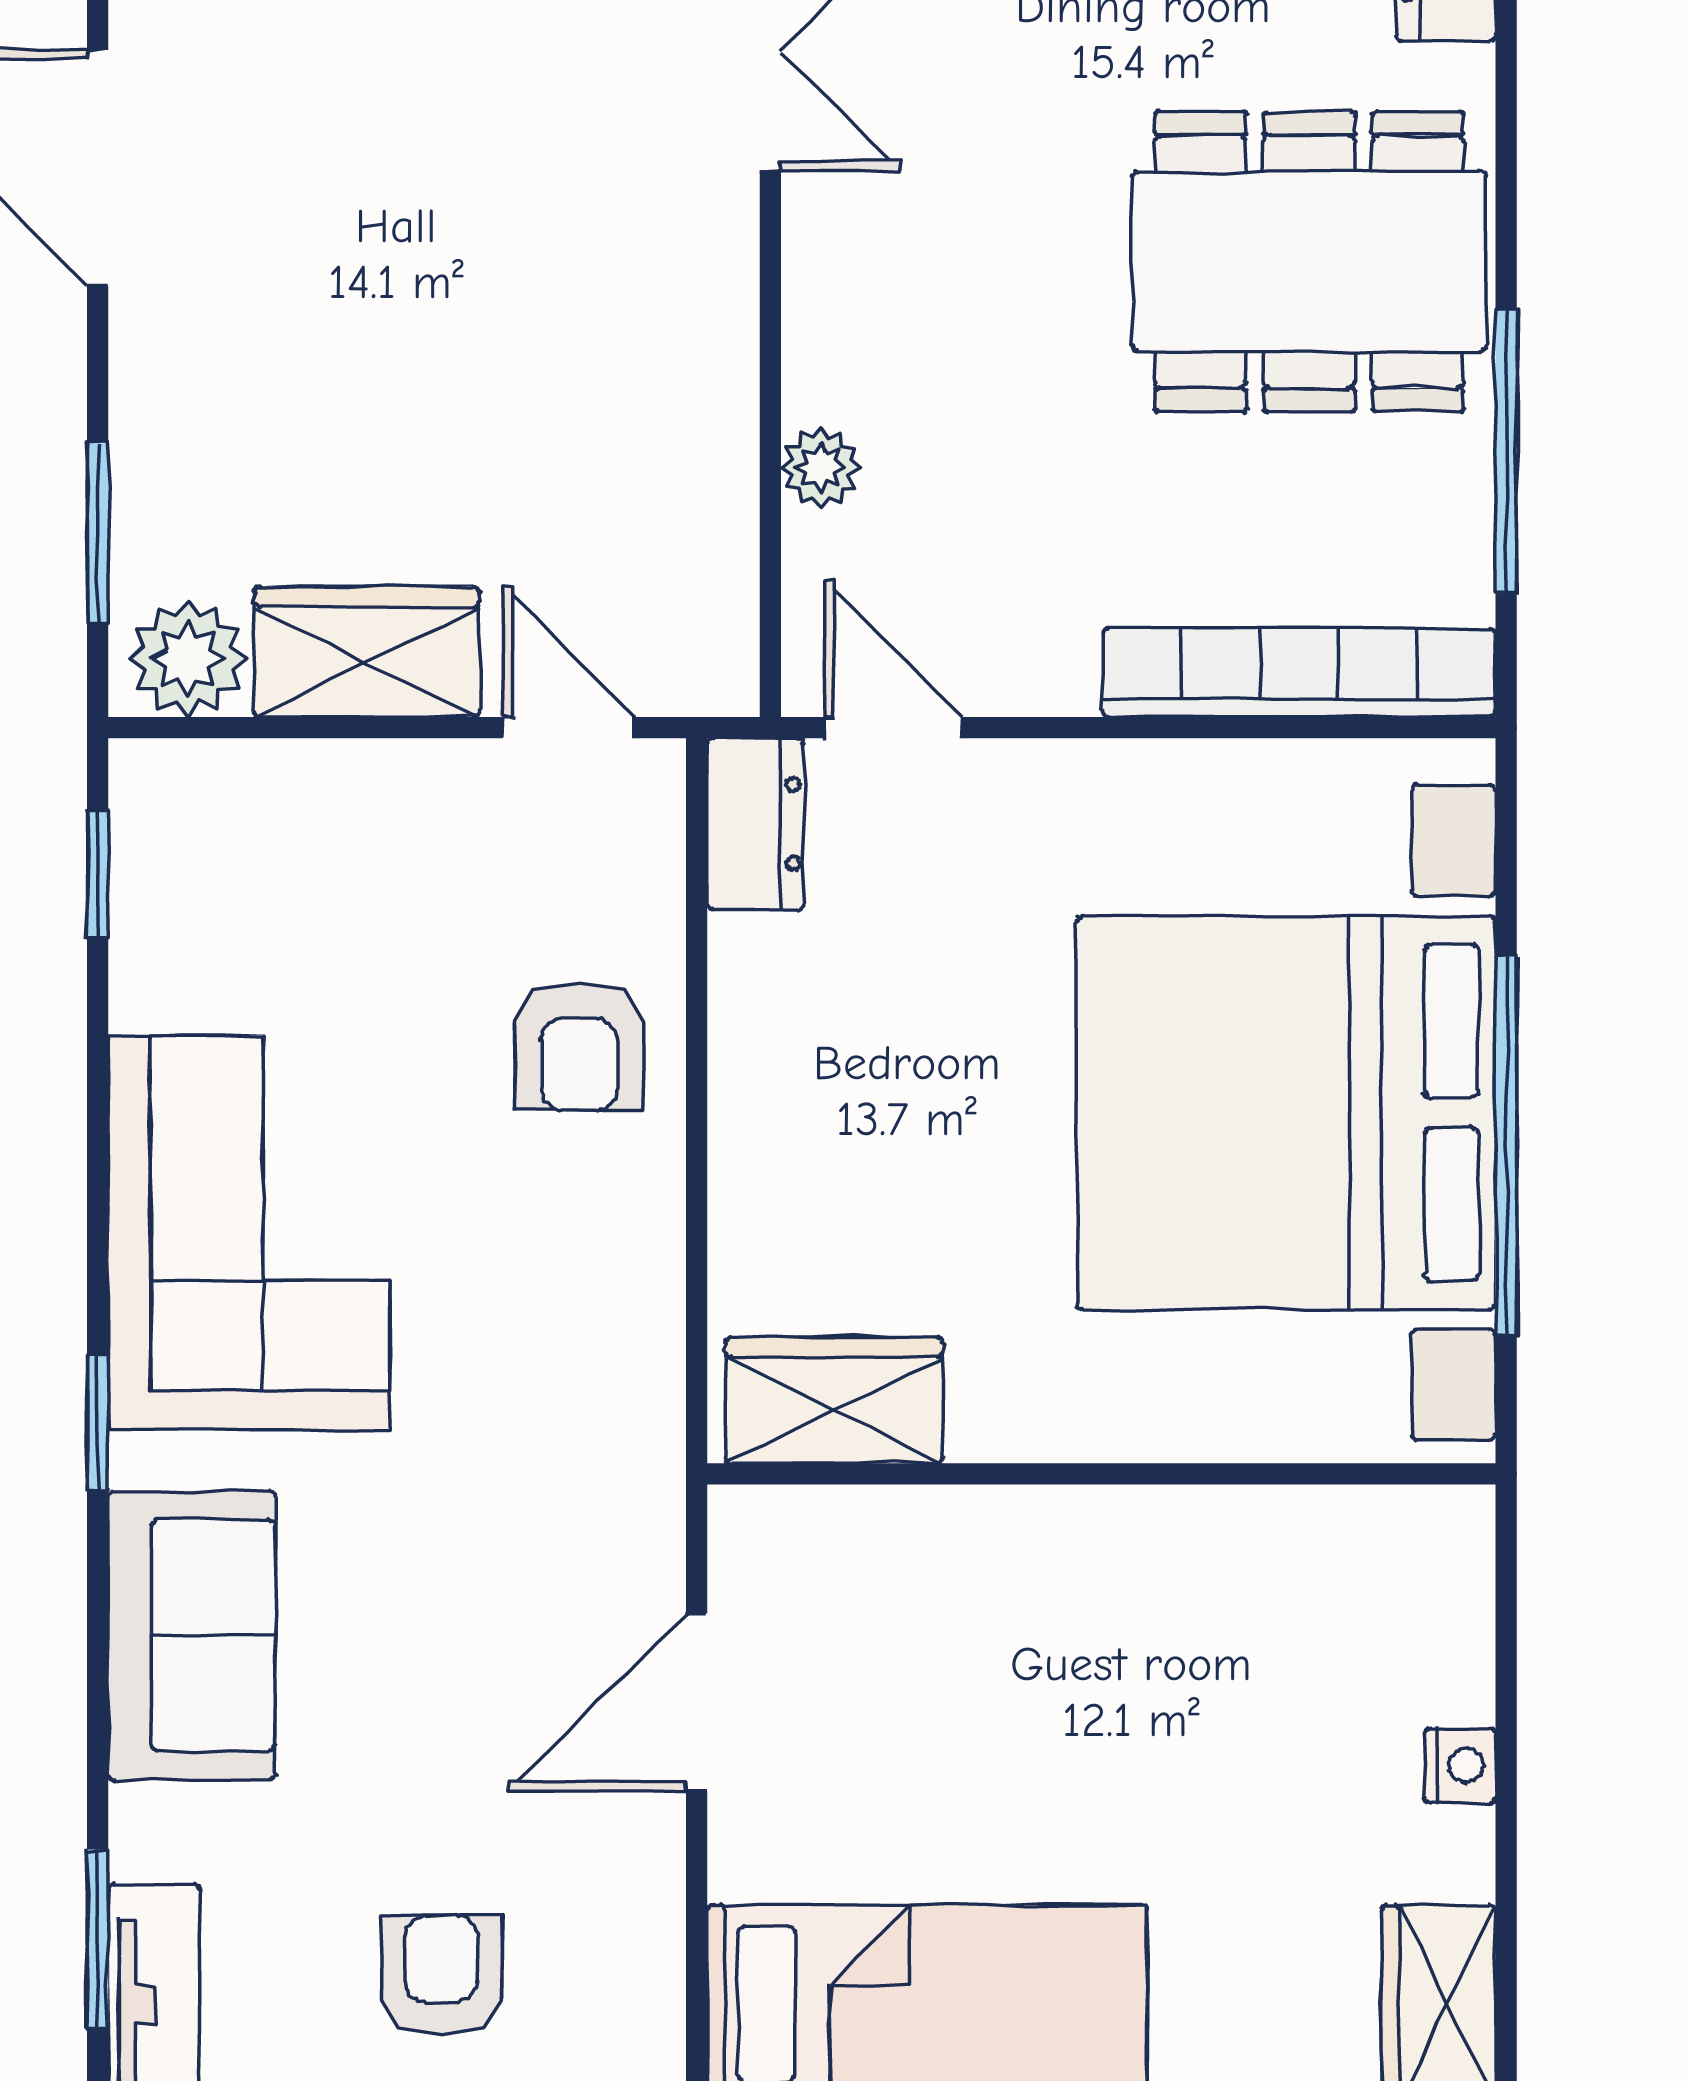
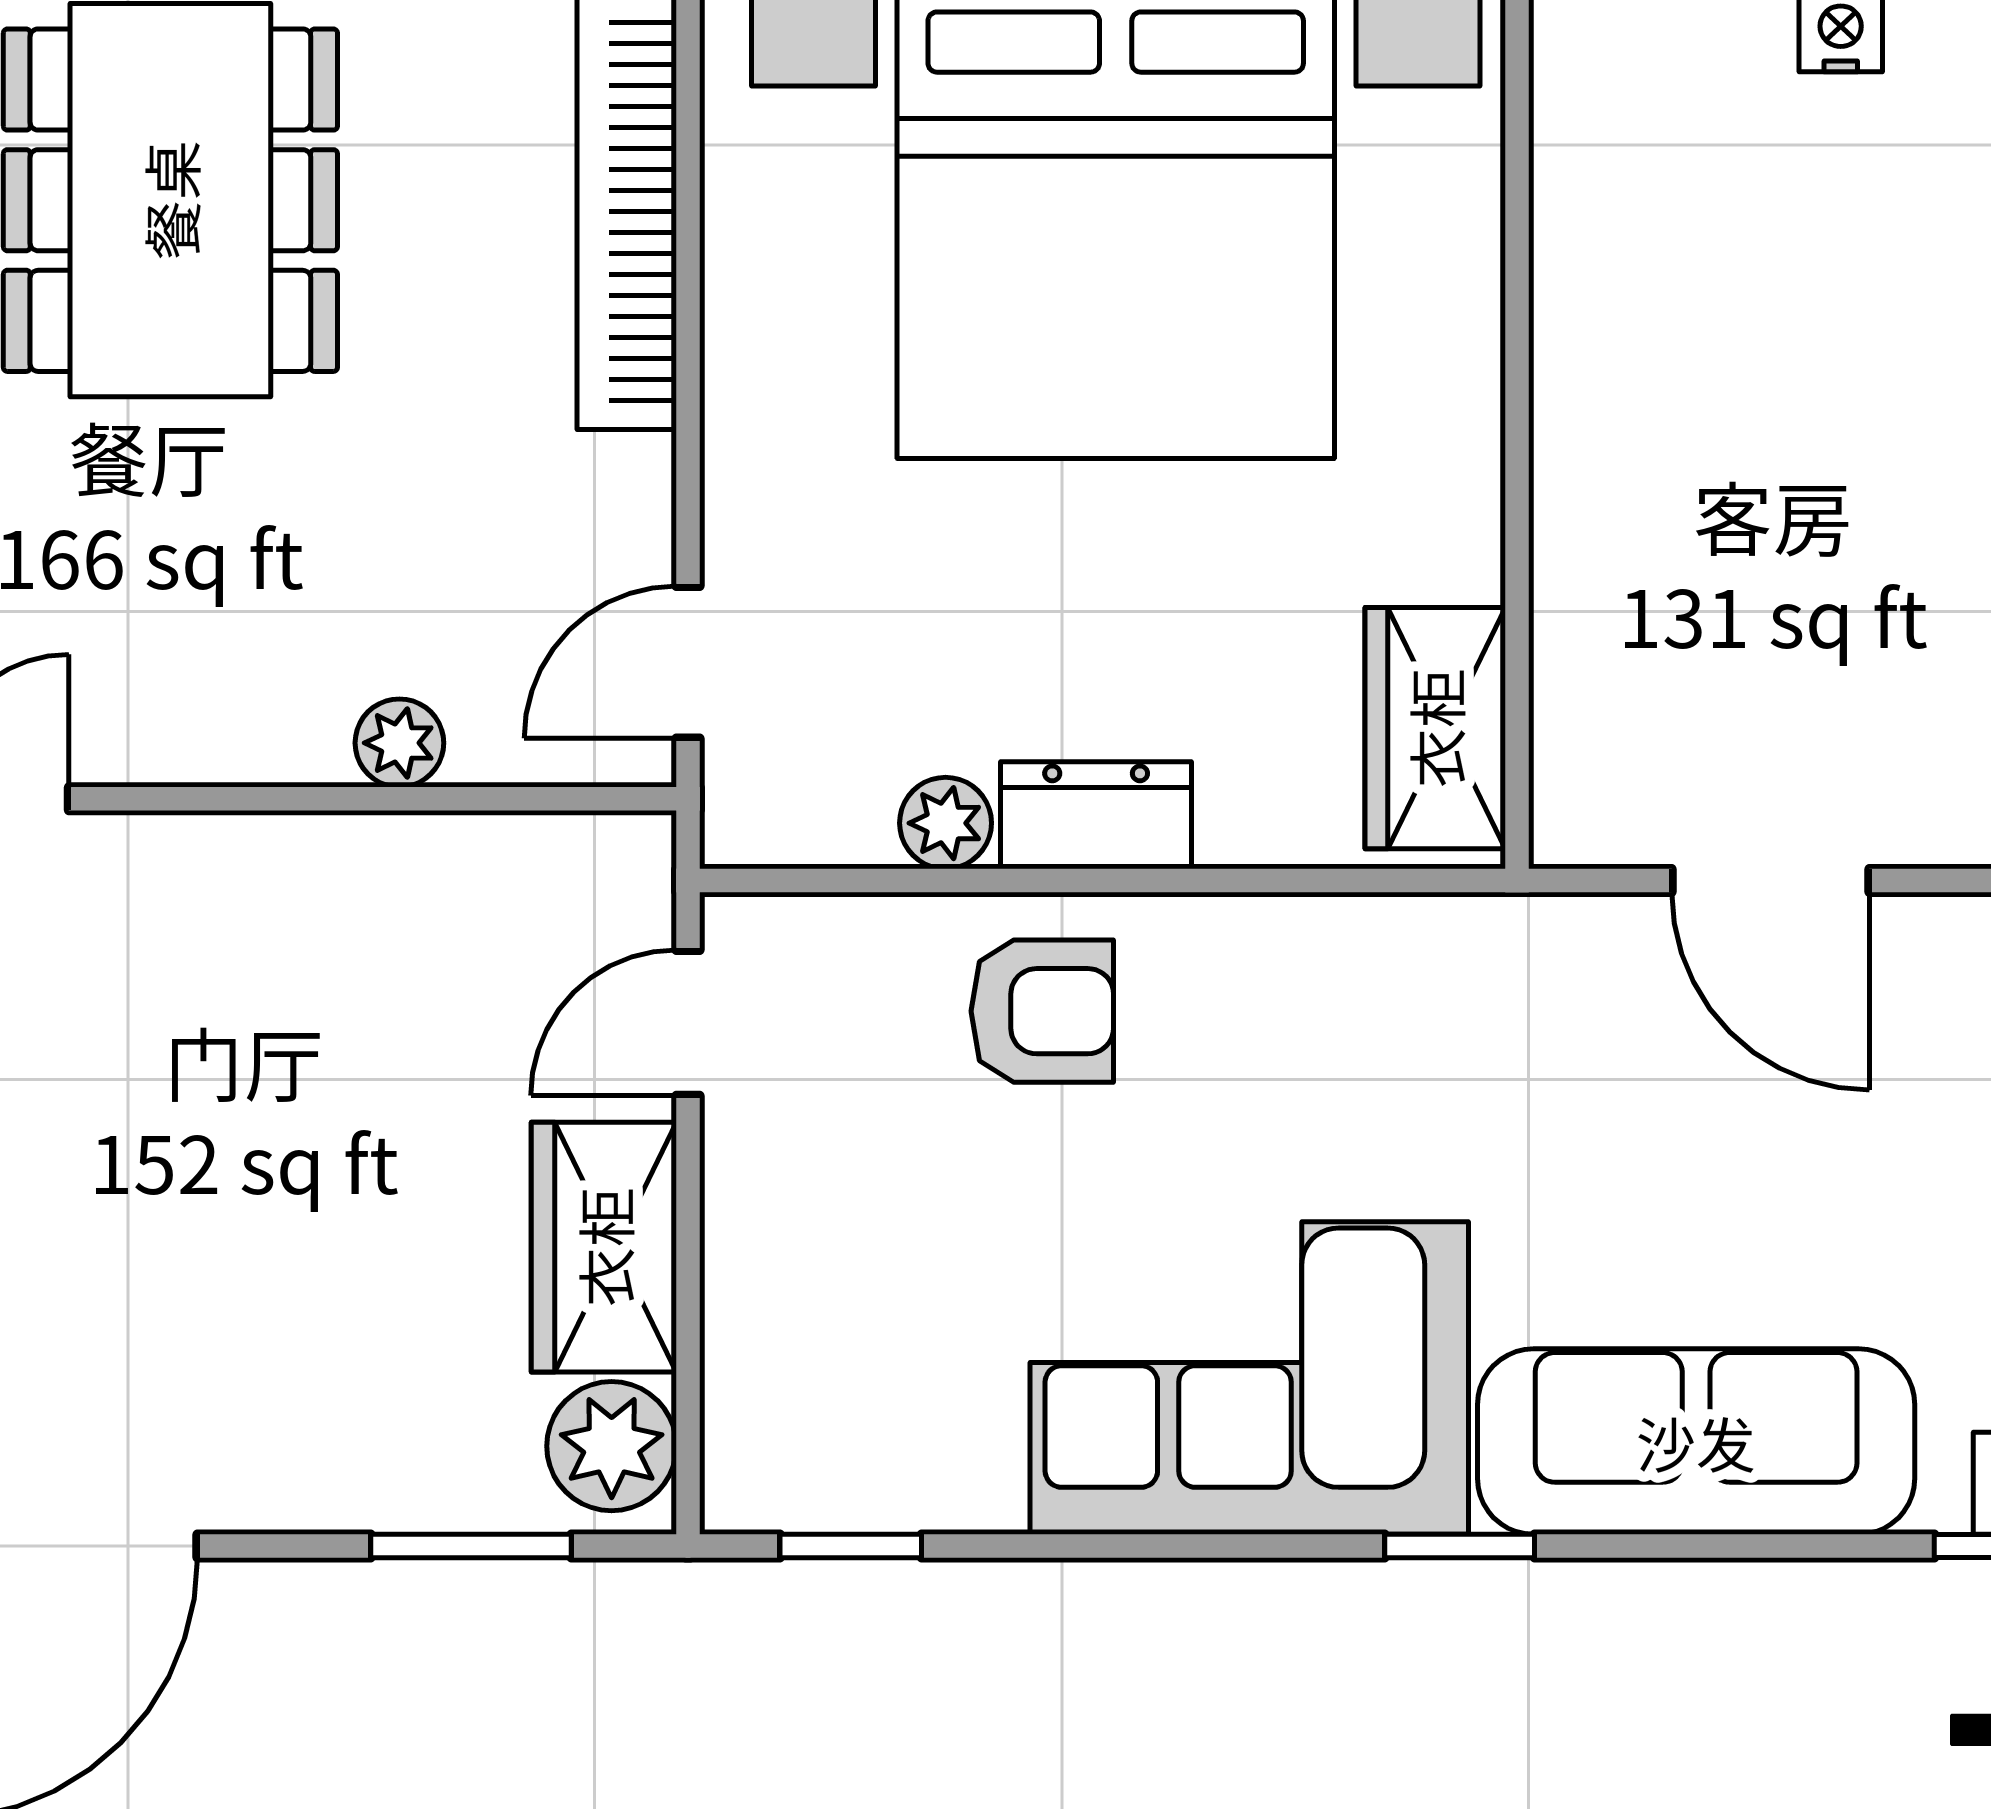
dresser: (756, 824) -> (1096, 815), moved
plant: (749, 959) -> (946, 823), added
sofa: (192, 1635) -> (1696, 1442), width x1.36

